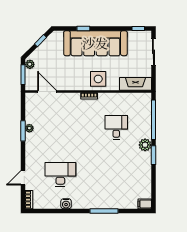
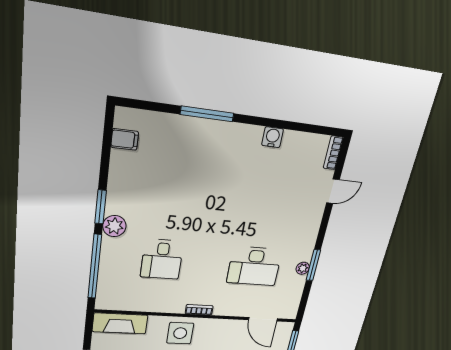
desk: (60, 174) -> (254, 266), moved
filing cabinet: (145, 204) -> (125, 139), moved

